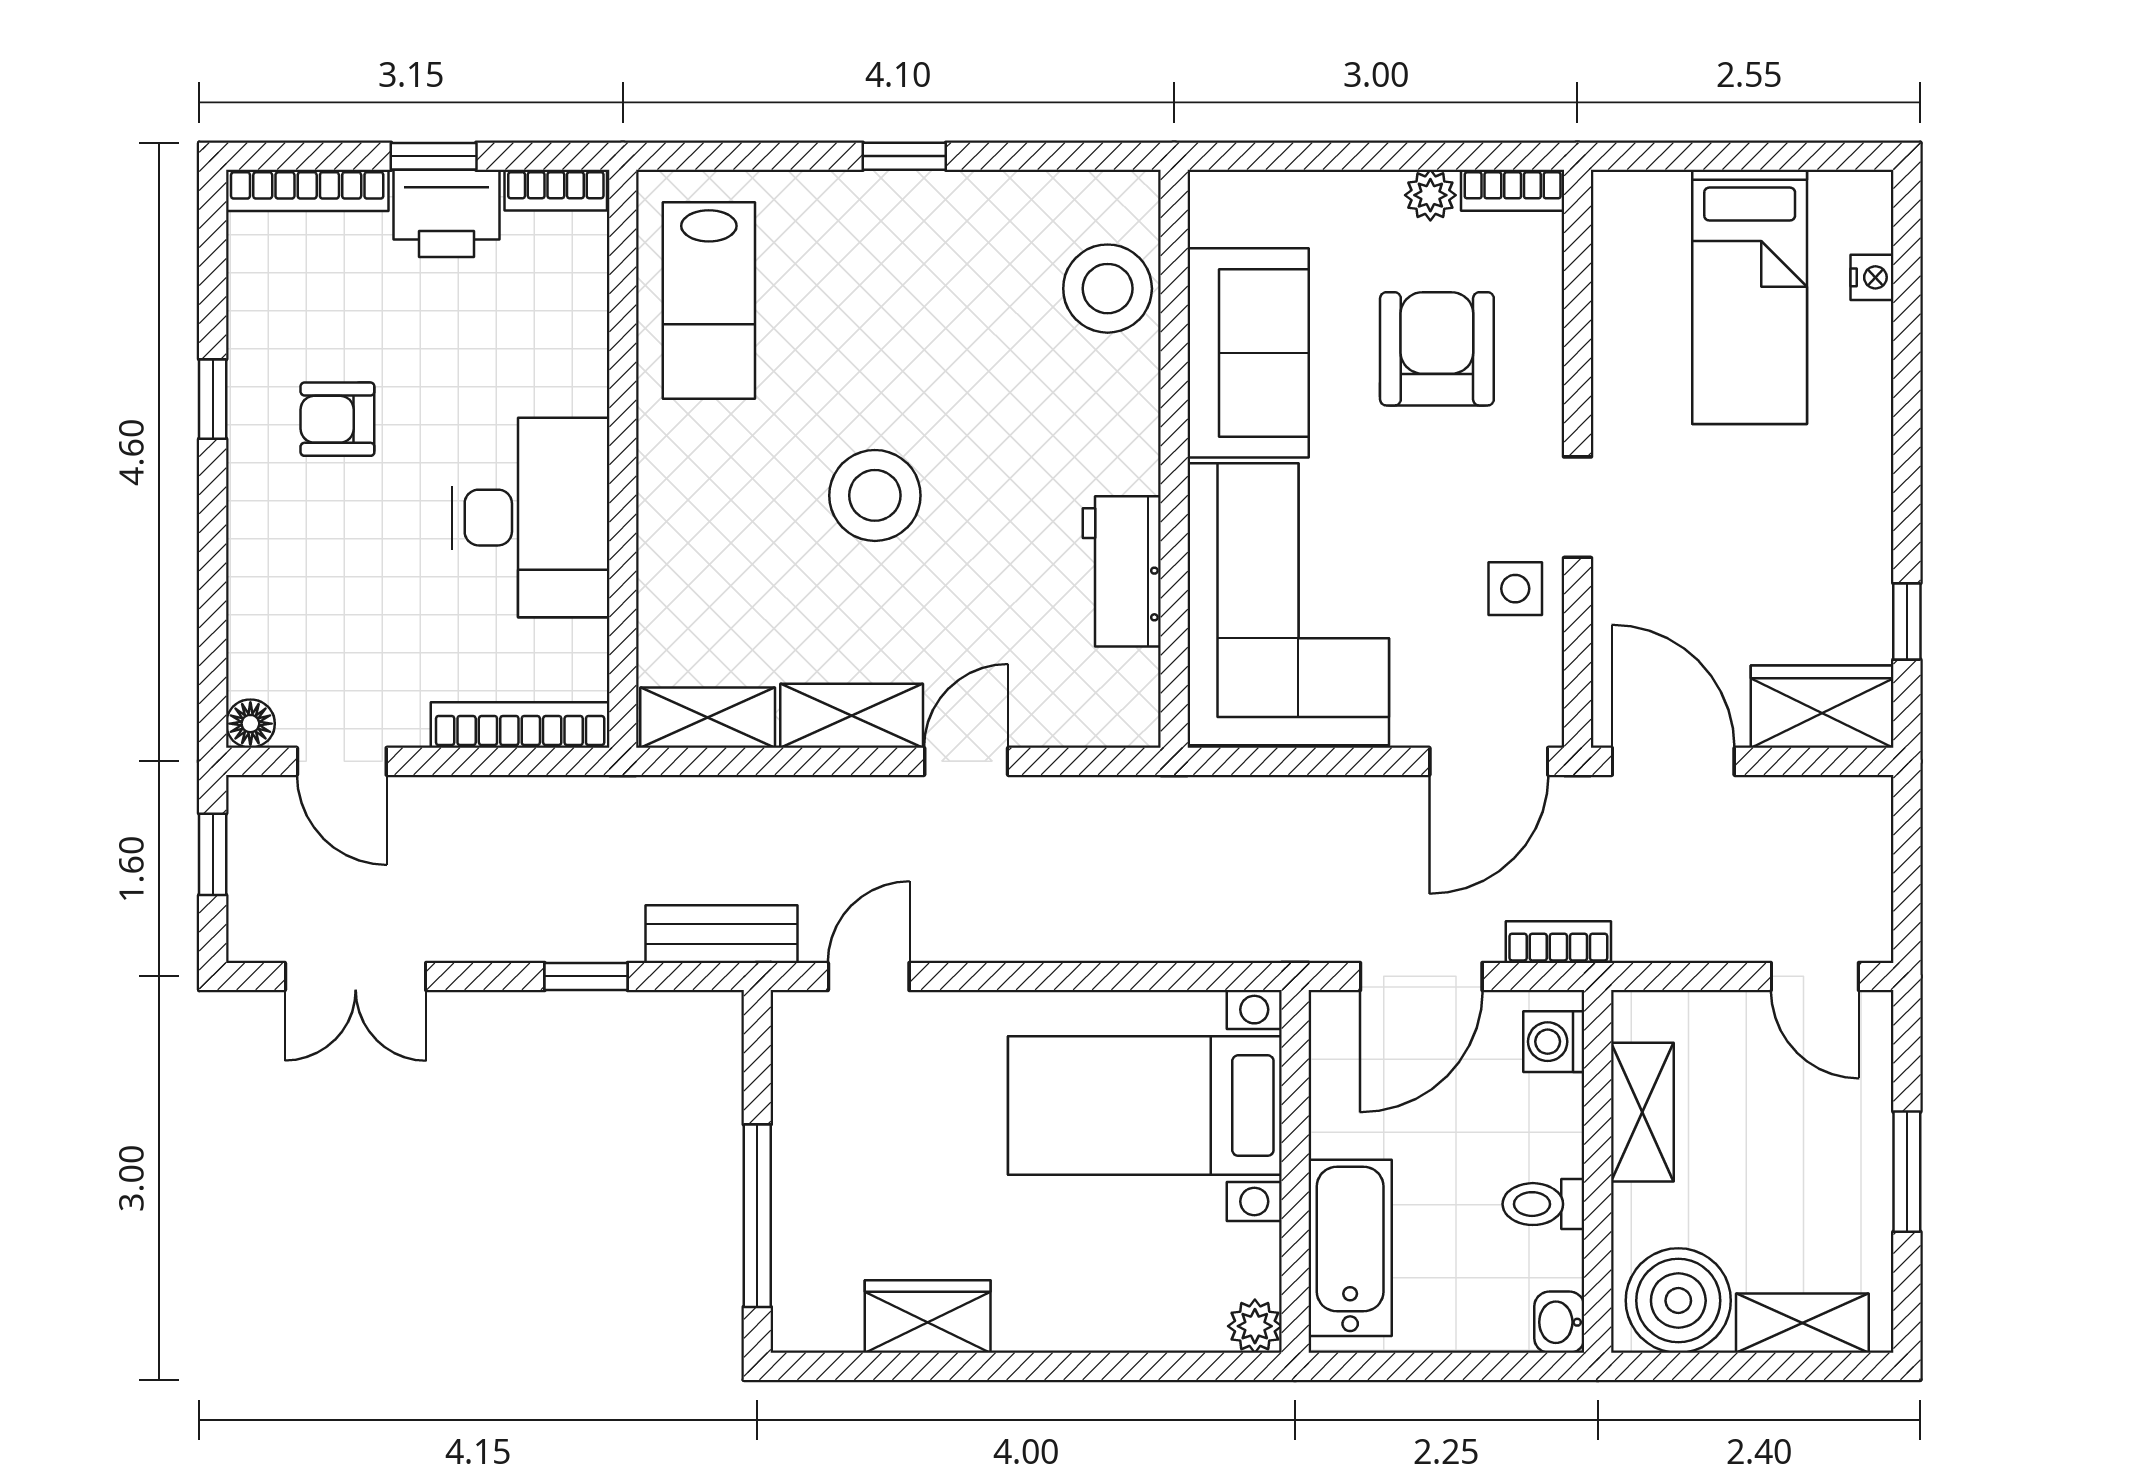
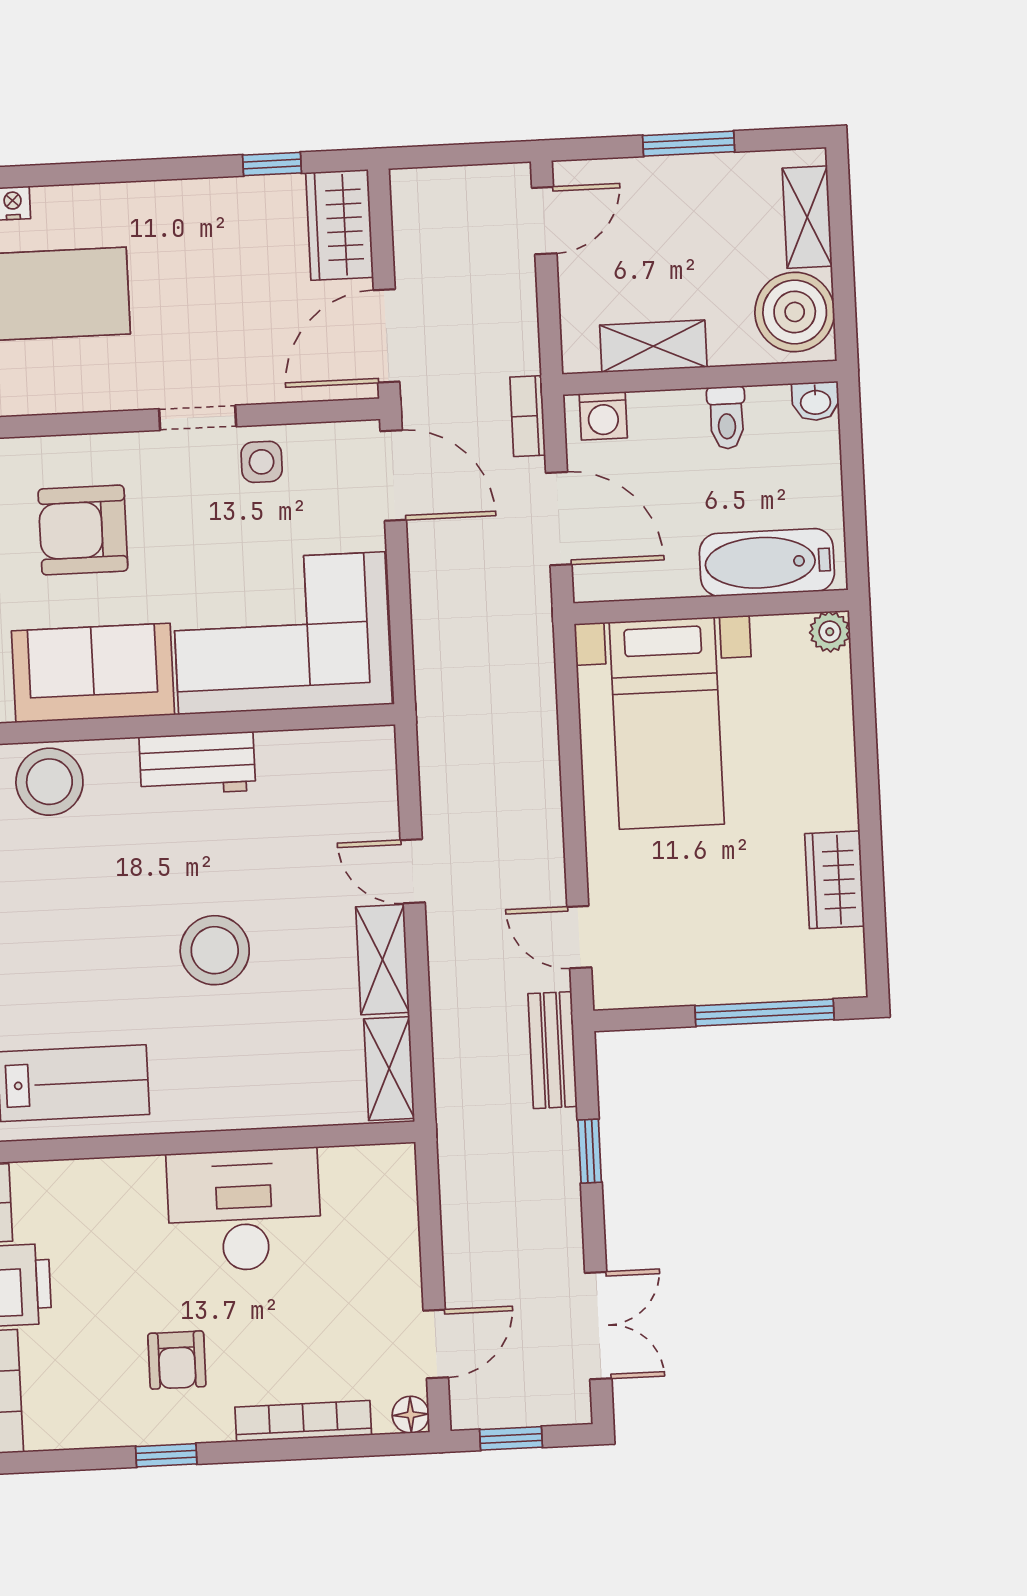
workbench: (1122, 571) -> (197, 764), moved
bookcase: (520, 725) -> (303, 1421), moved, turned 90

